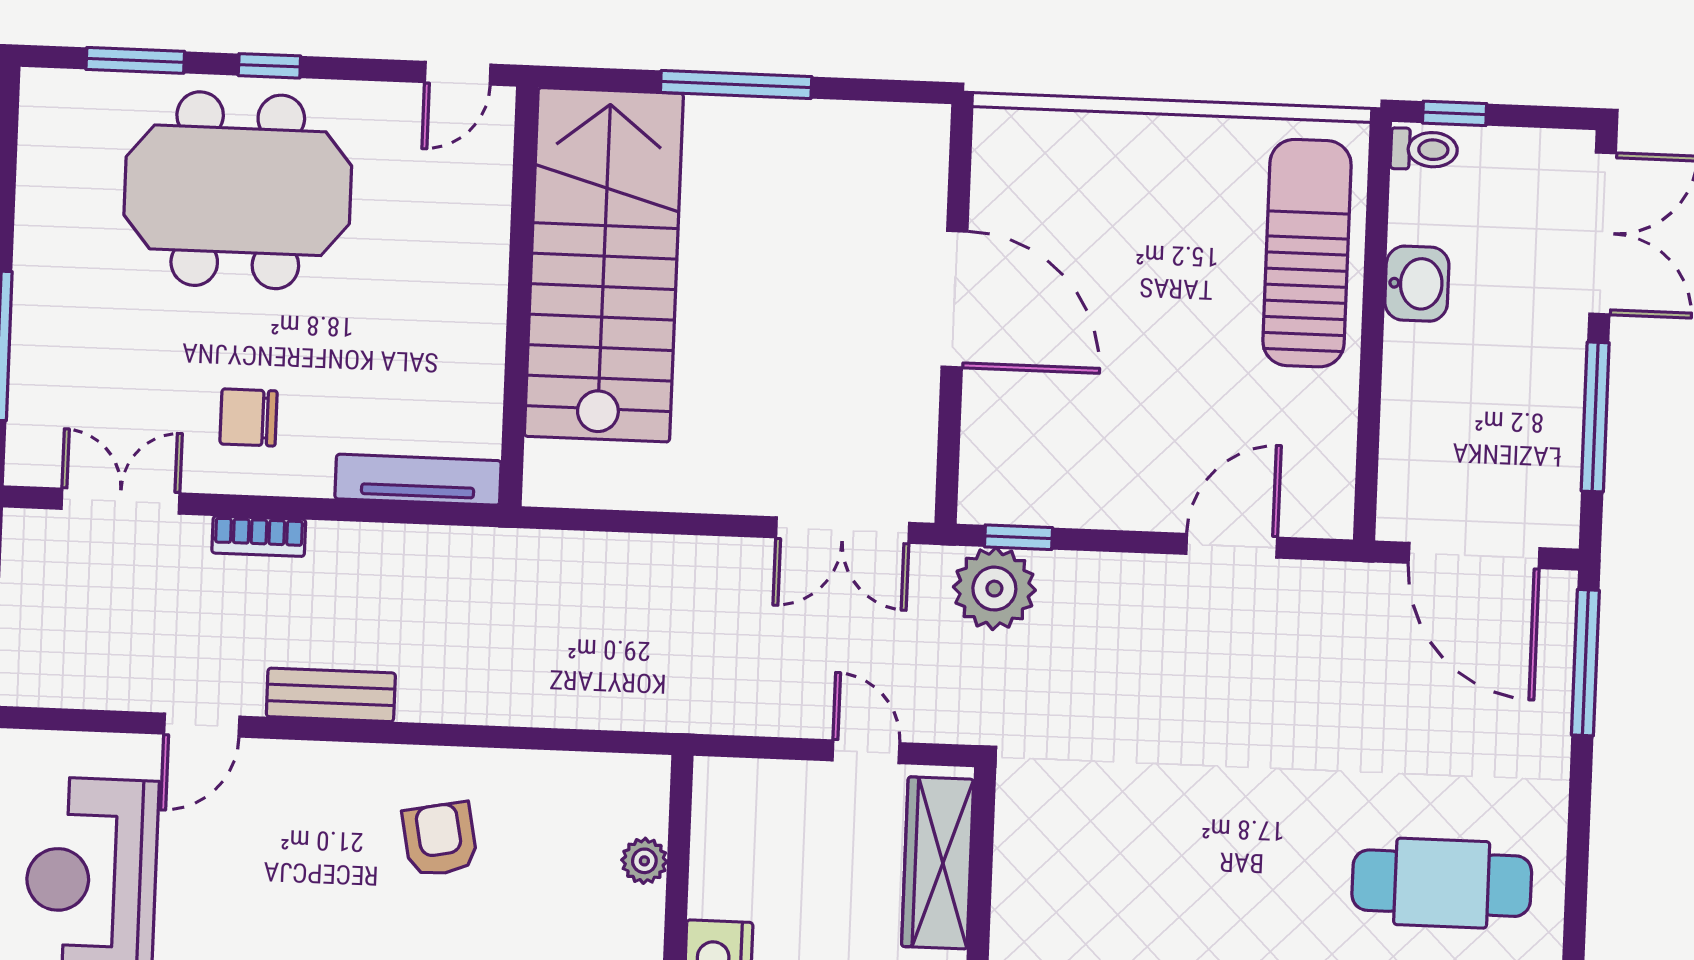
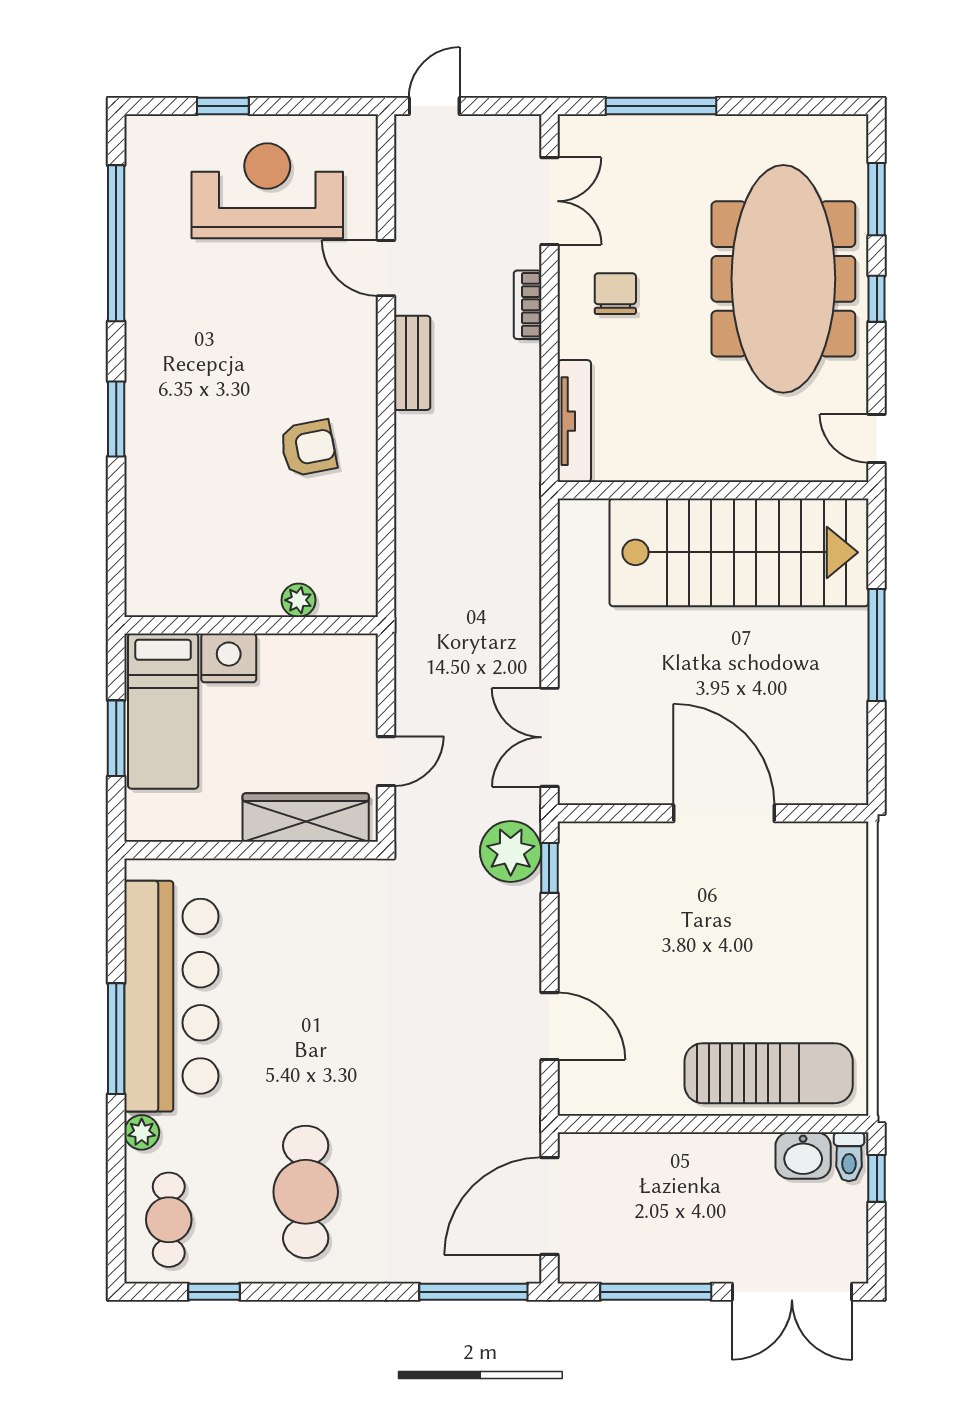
meeting table: (238, 190) -> (783, 279), width x1.36
washbasin: (1417, 284) -> (803, 1156), moved
door: (955, 299) -> (724, 813), swing flipped

